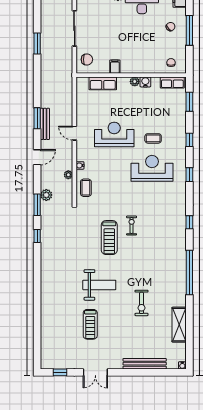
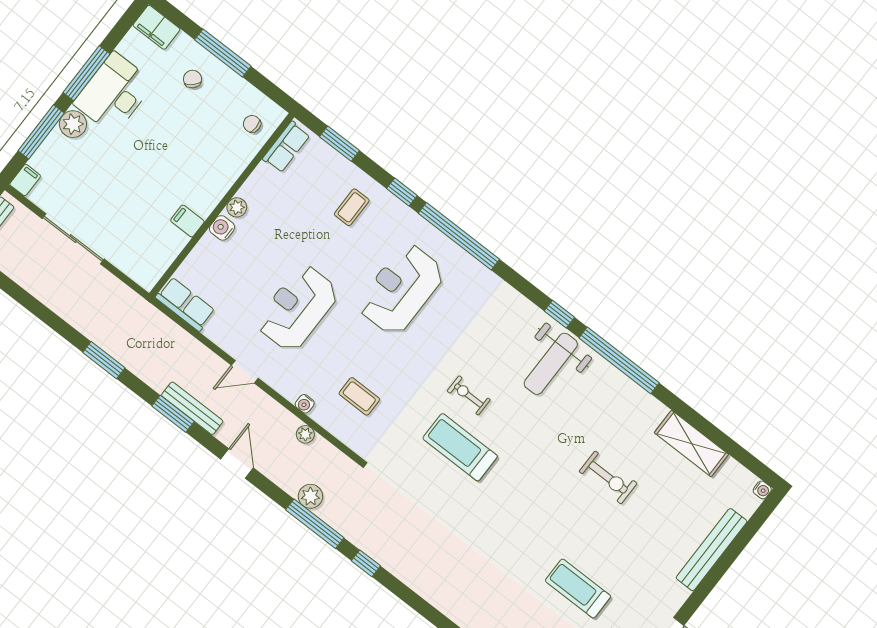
window: (37, 43) -> (104, 360), moved
chair: (87, 59) -> (140, 258), removed
water cooler: (145, 82) -> (222, 228), moved
row of seats: (103, 83) -> (185, 304), moved, turned -90
coffee table: (153, 138) -> (352, 207), moved
window: (189, 175) -> (459, 236), width x3.17
coffee table: (86, 188) -> (359, 396), moved
window: (37, 205) -> (315, 524), width x1.44
window: (189, 222) -> (559, 314), moved
treadmill: (109, 238) -> (460, 447), turned 180
weight bench: (99, 285) -> (551, 364), moved, turned 180
treadmill: (90, 324) -> (578, 589), turned 180

